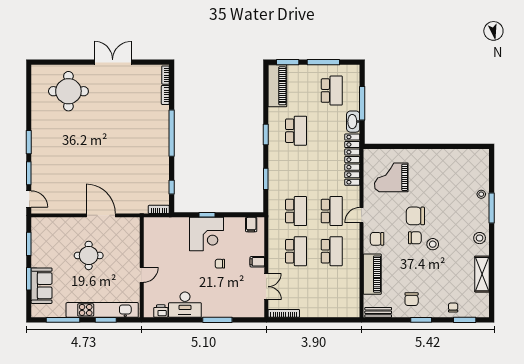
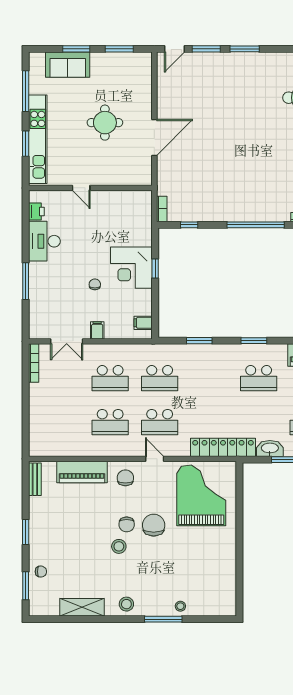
grand piano: (391, 177) -> (201, 495), width x1.37, depth x1.48
chair: (412, 299) -> (51, 520), removed

